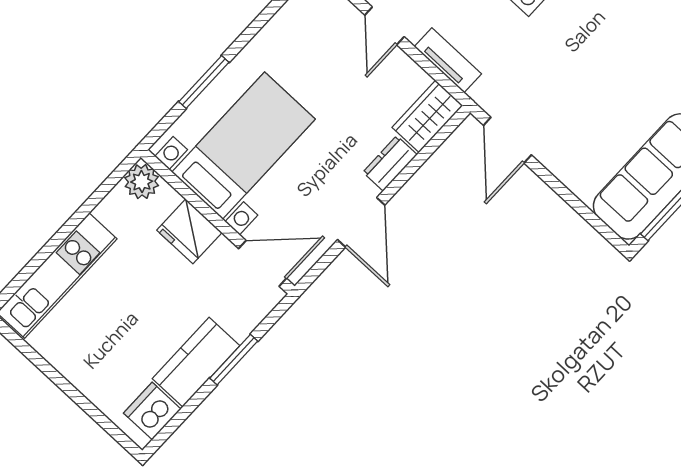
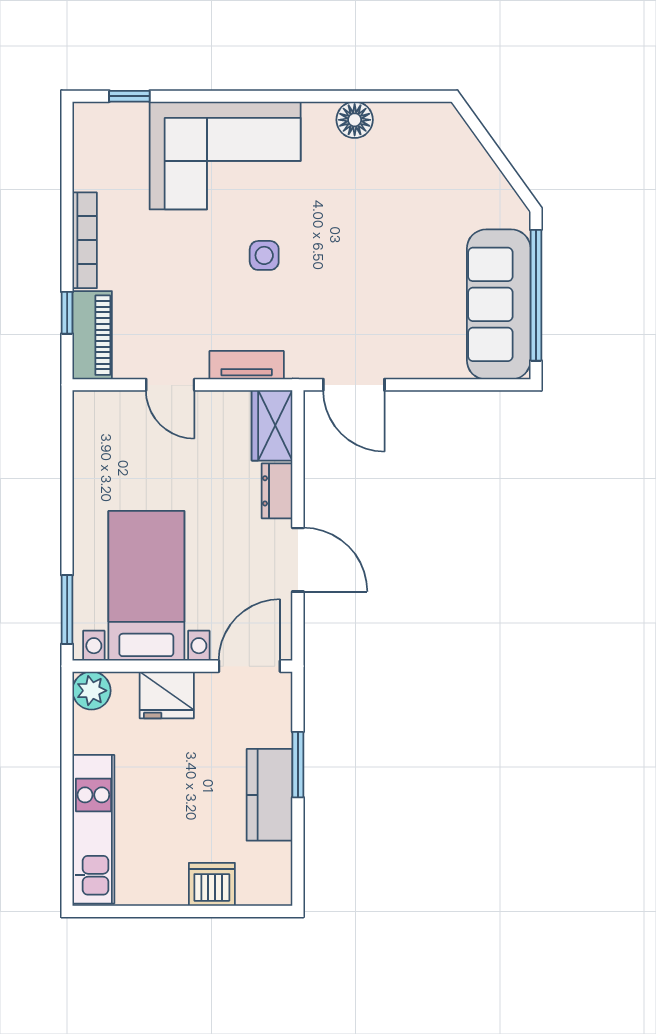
window: (204, 82) -> (67, 609), moved
dishwasher: (152, 411) -> (212, 884), moved, turned 90

